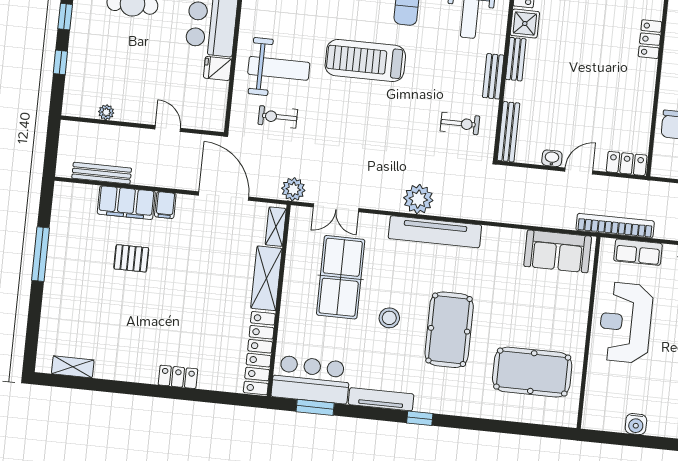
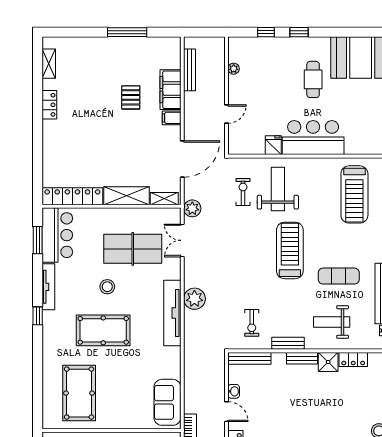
weight bench: (279, 68) -> (278, 189), turned 180
locker: (178, 377) -> (49, 105), moved

